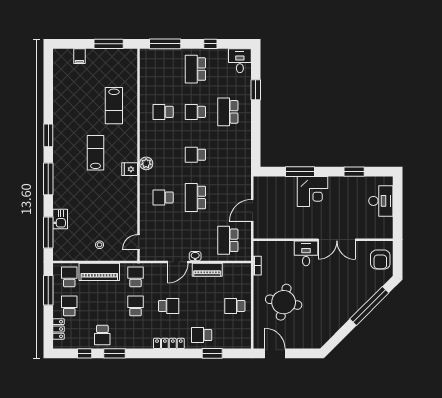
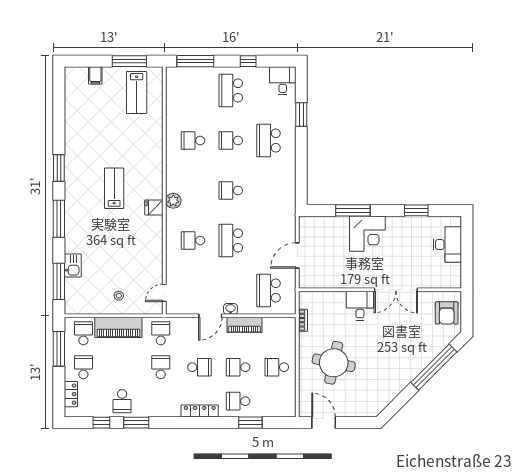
lab bench: (114, 106) -> (137, 93), moved
school desk: (202, 306) -> (238, 367), added

